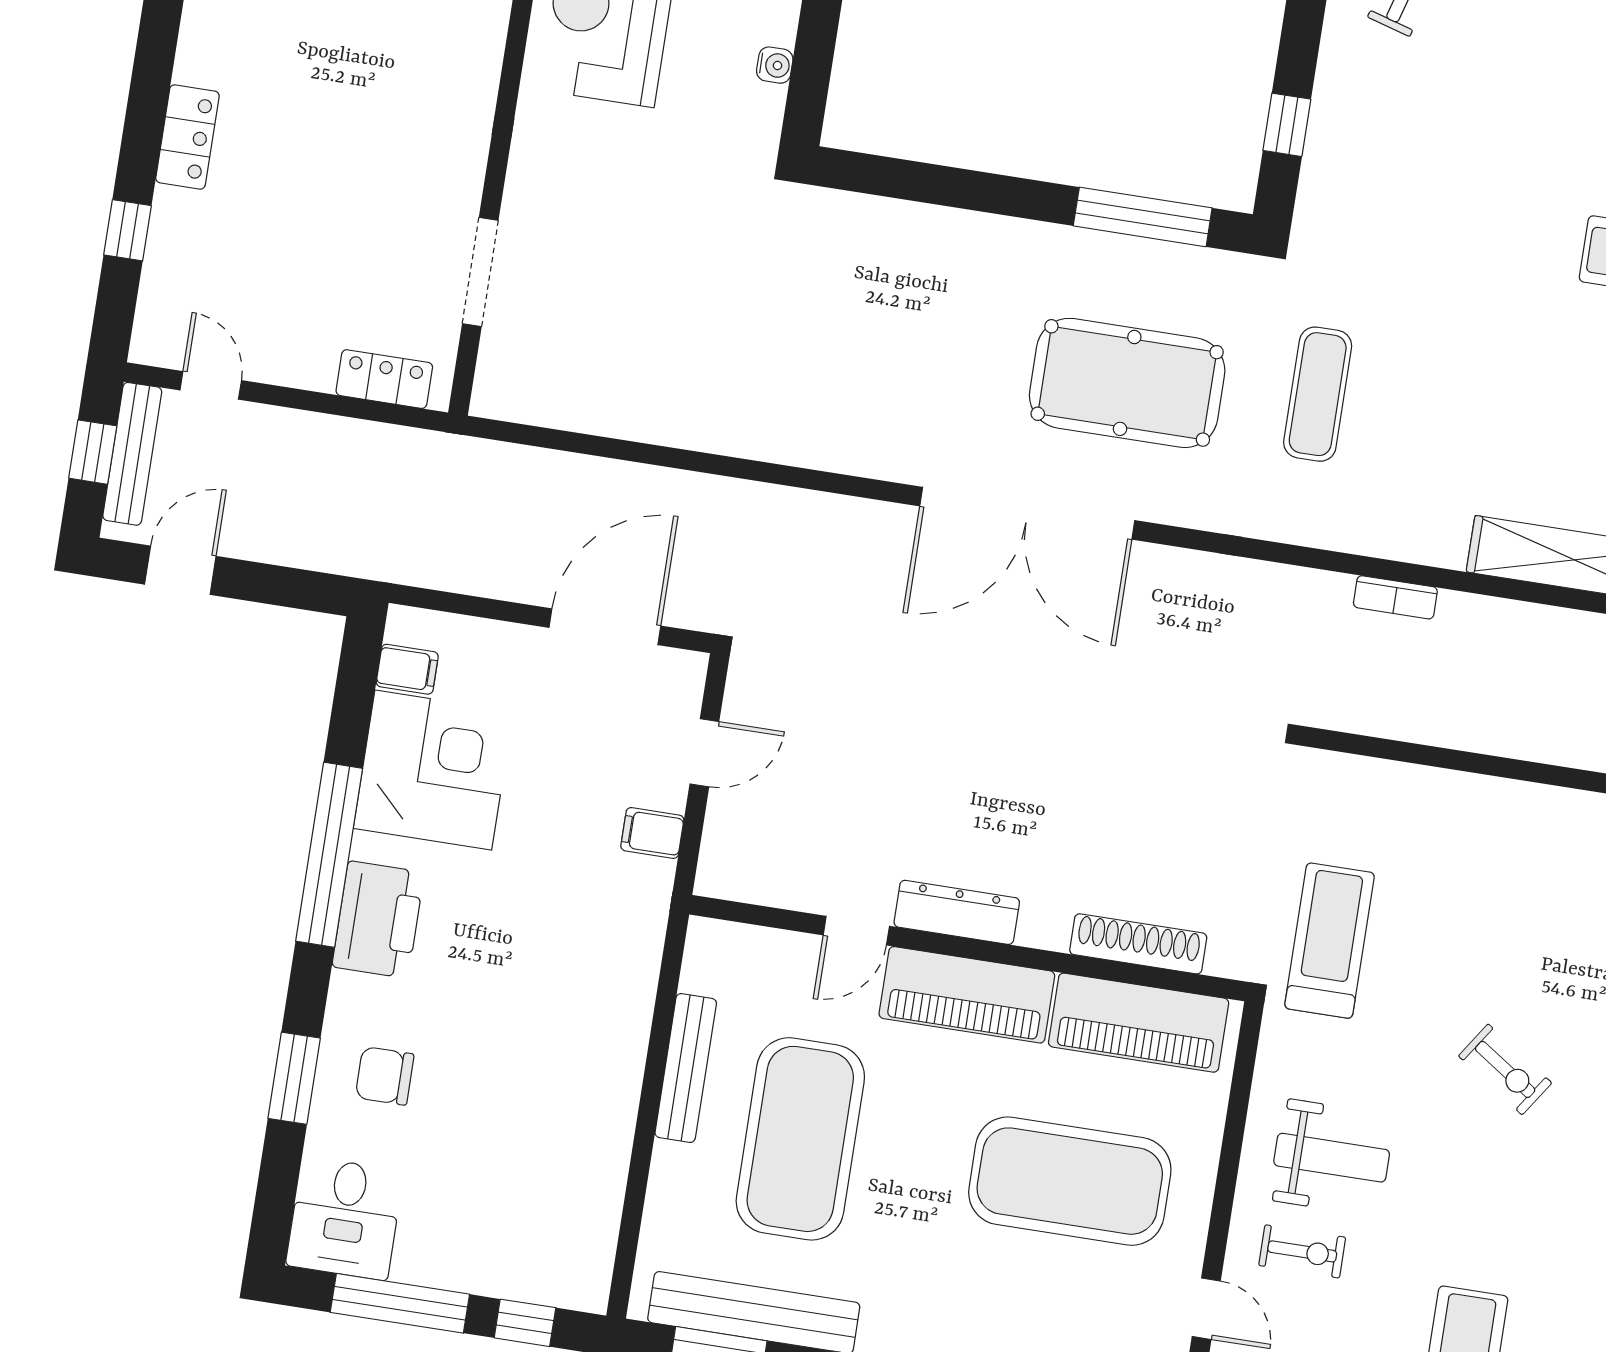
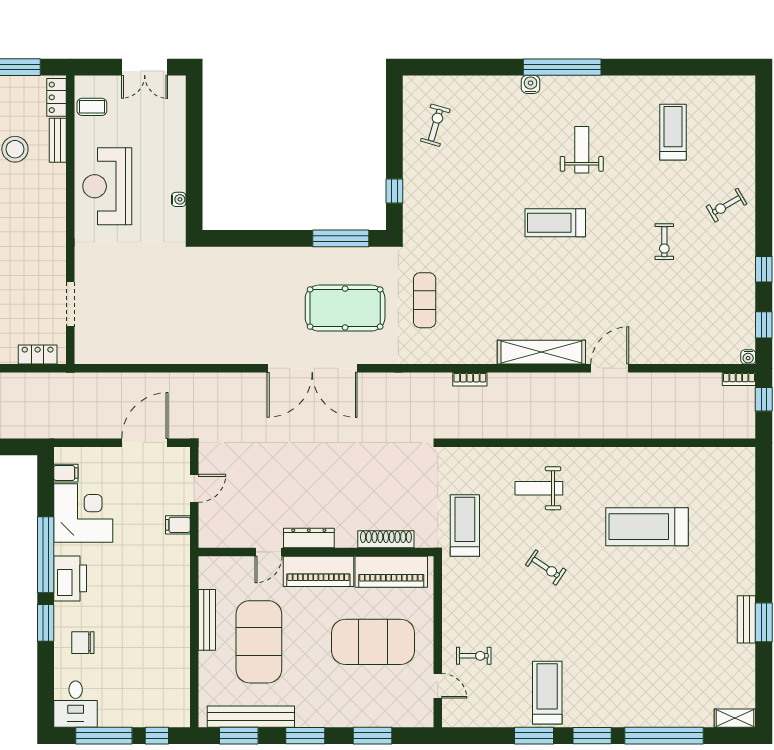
window: (294, 1078) -> (46, 623), moved
weight bench: (1332, 1158) -> (539, 488), moved, turned 180

